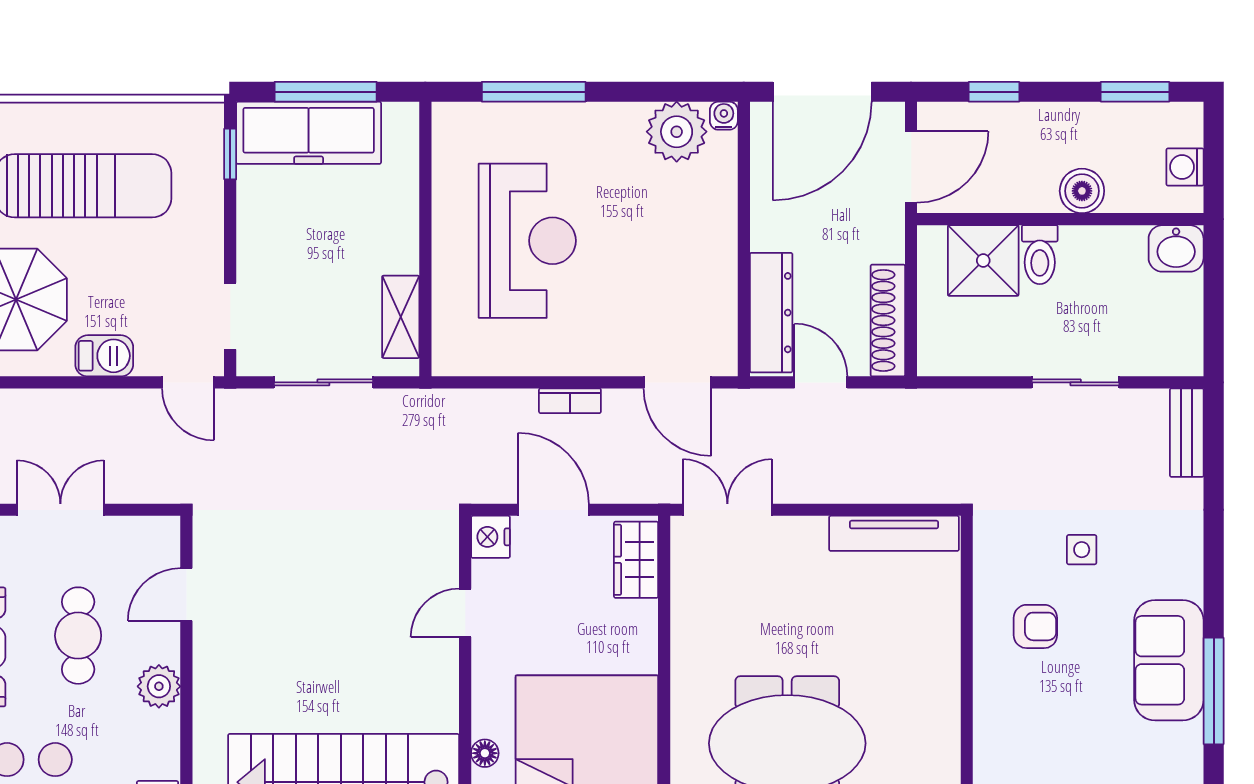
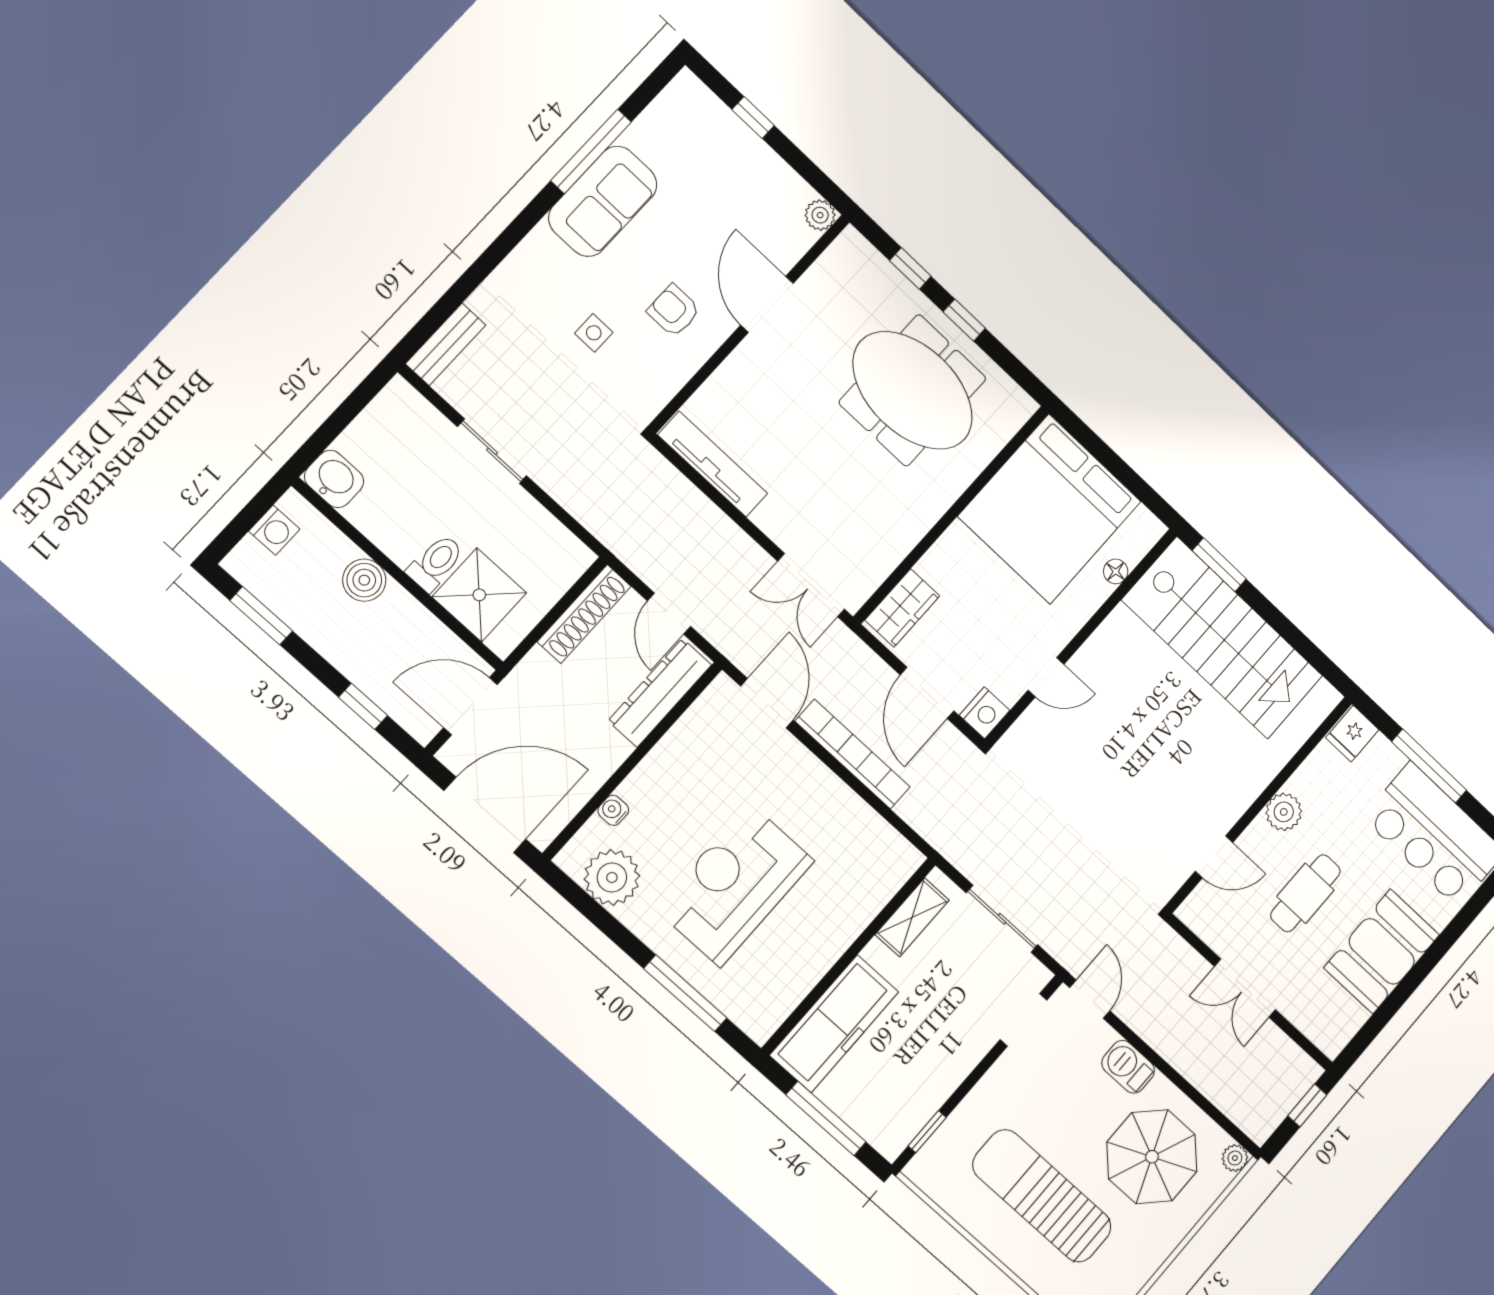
water cooler: (724, 116) -> (613, 810), moved, turned 90
freezer: (309, 133) -> (834, 1024), moved, turned 90
reception desk: (527, 241) -> (735, 885), moved
bookcase: (570, 401) -> (853, 754), width x2.31, depth x1.31
door: (967, 702) -> (767, 304), added

